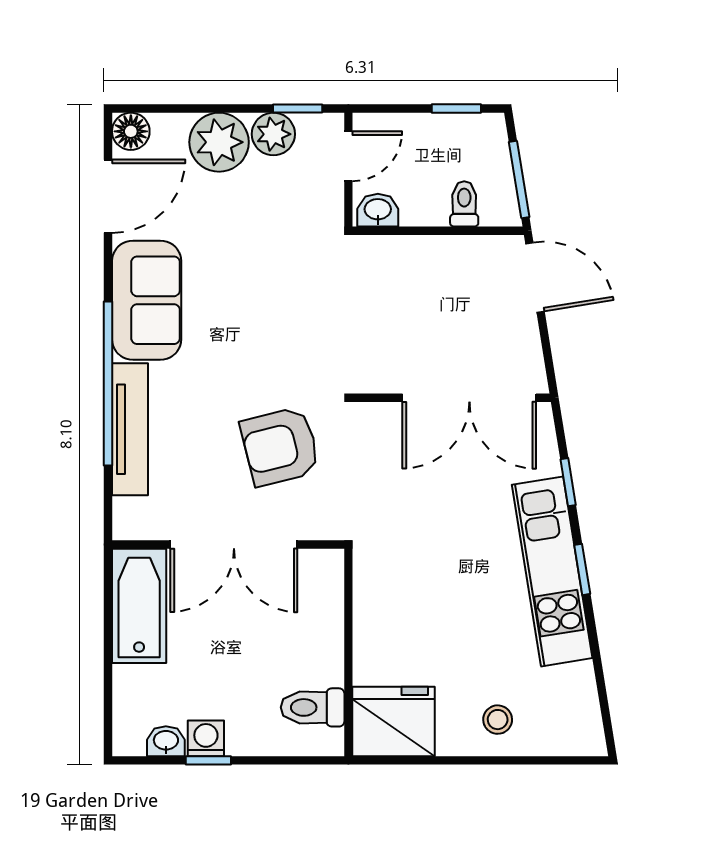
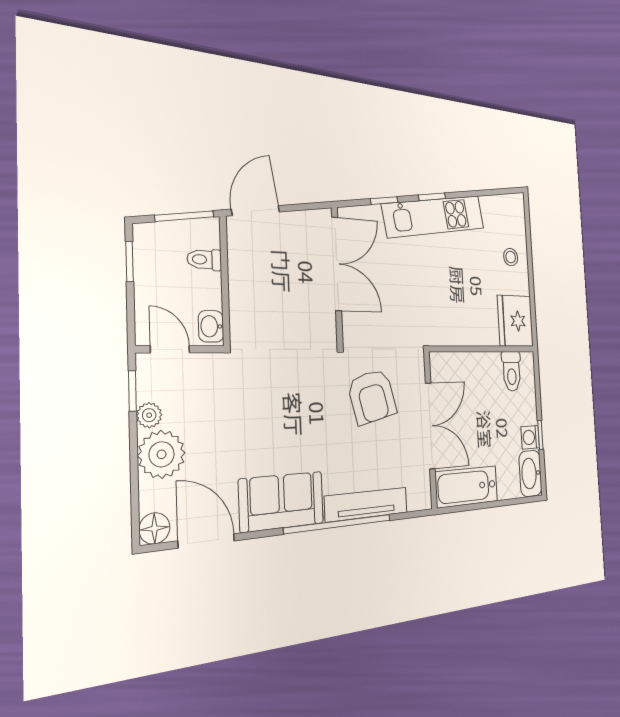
plant: (273, 134) -> (149, 415), width x0.73, depth x0.73
washbasin: (166, 741) -> (530, 473), width x1.91, depth x1.45

